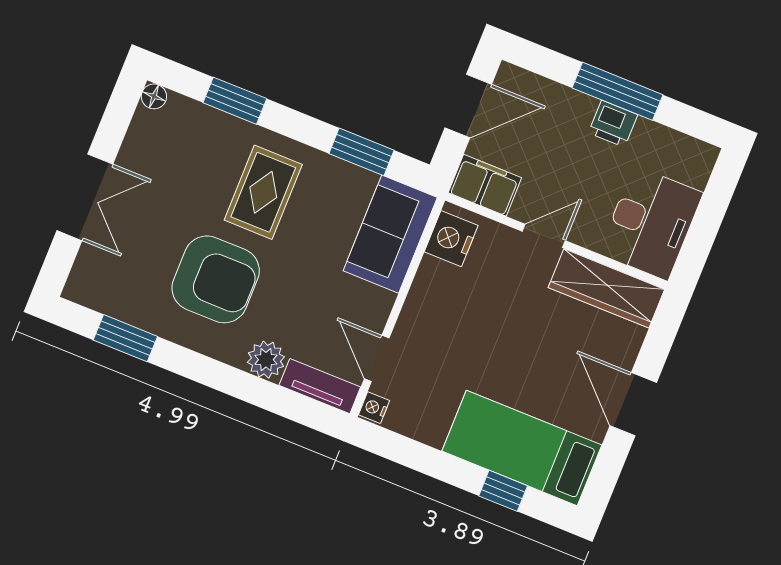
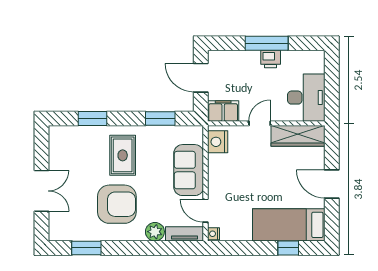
floor lamp: (154, 96) -> (55, 132), removed
door: (468, 106) -> (201, 78), swing flipped
sofa: (390, 234) -> (189, 170), moved

